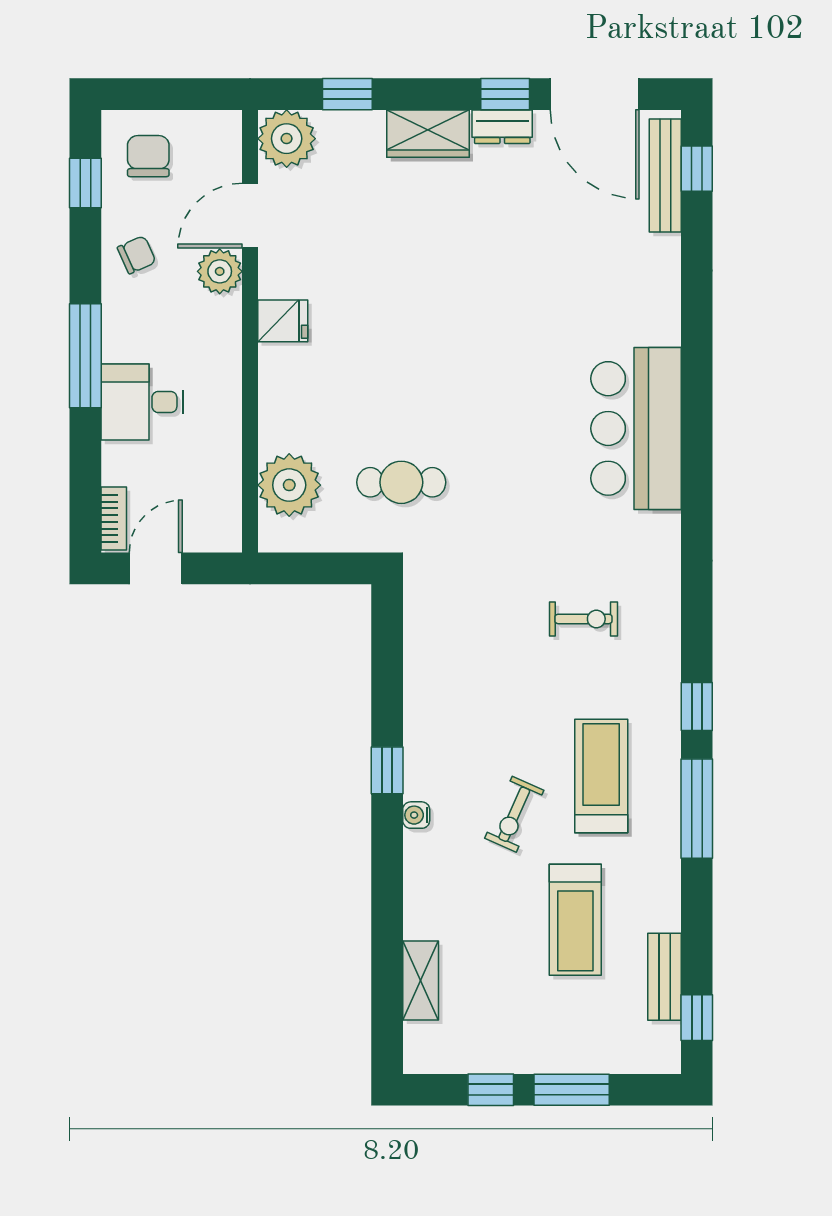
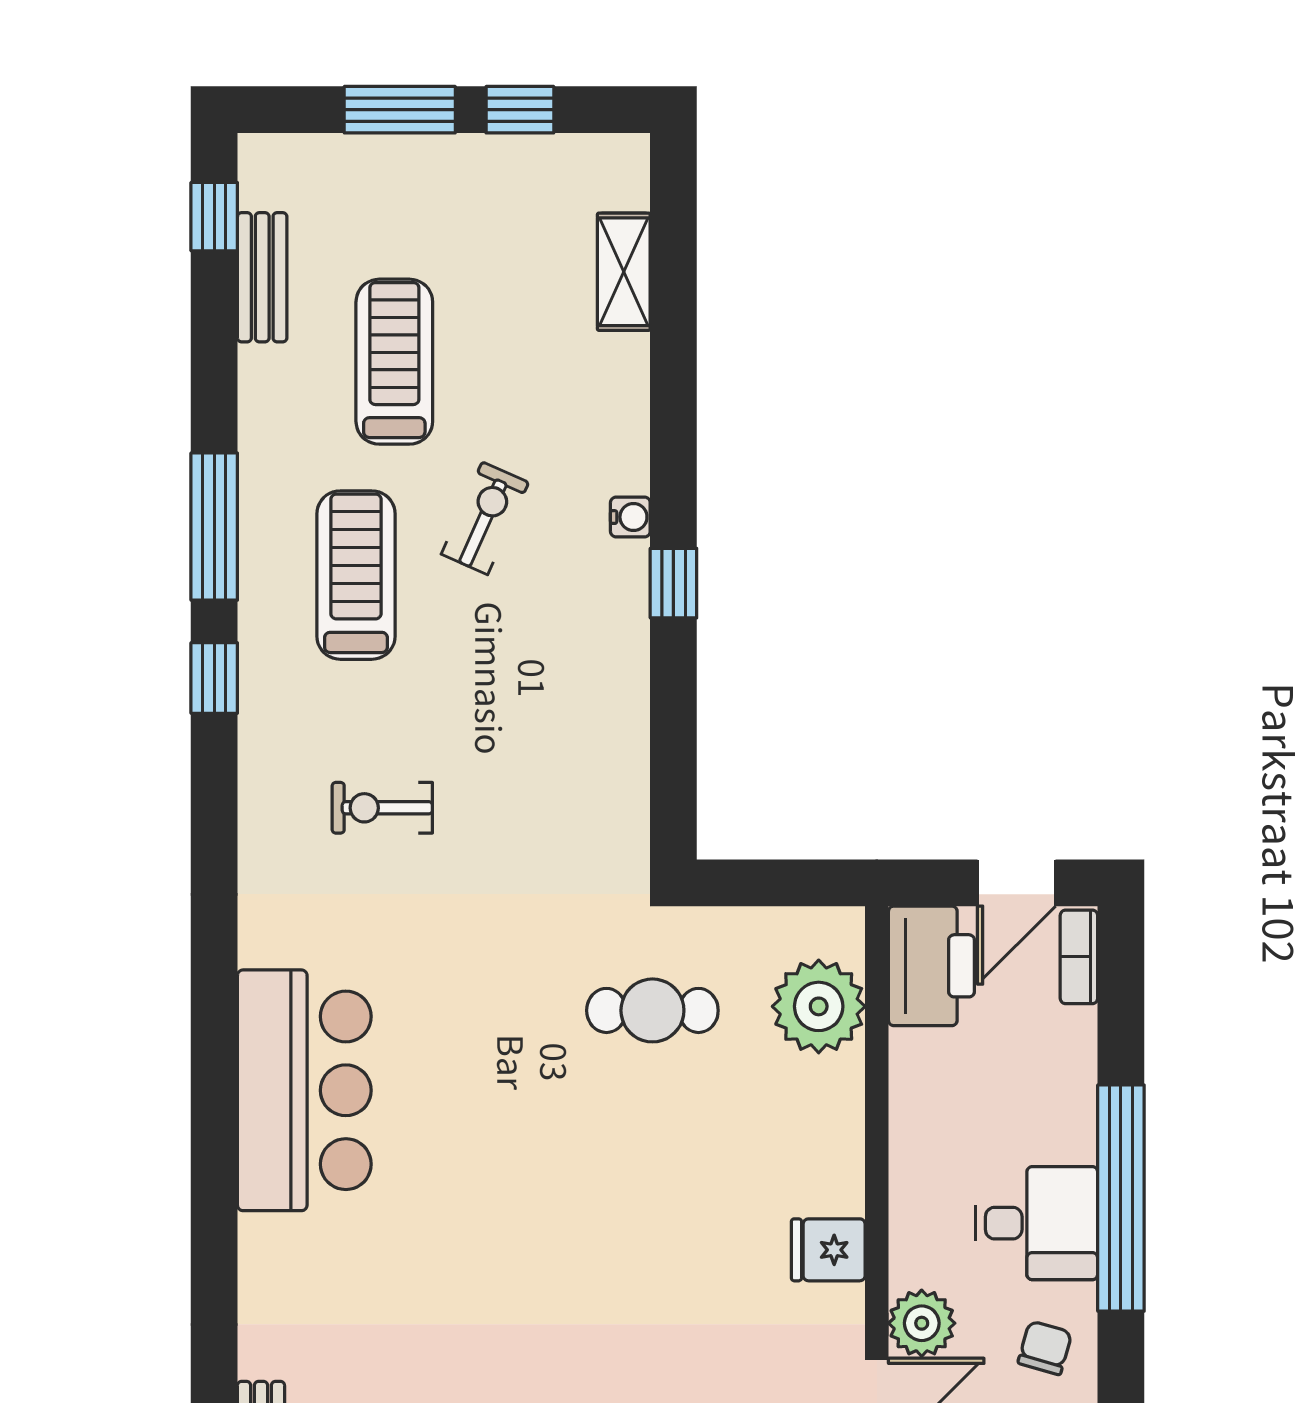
chair: (137, 255) -> (1045, 1348), turned 130
window: (85, 356) -> (1121, 1198), width x1.46
desk: (142, 402) -> (1037, 1223), moved
printer: (213, 512) -> (931, 966), added
treadmill: (601, 776) -> (356, 575), turned 180

